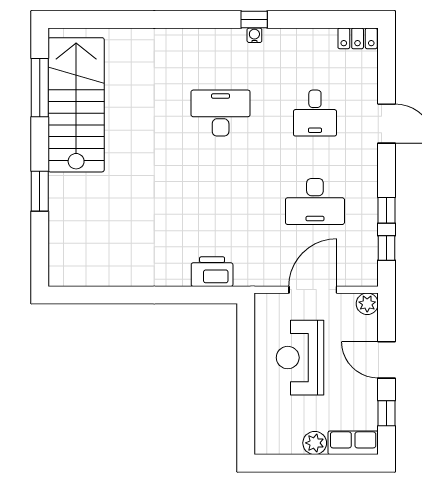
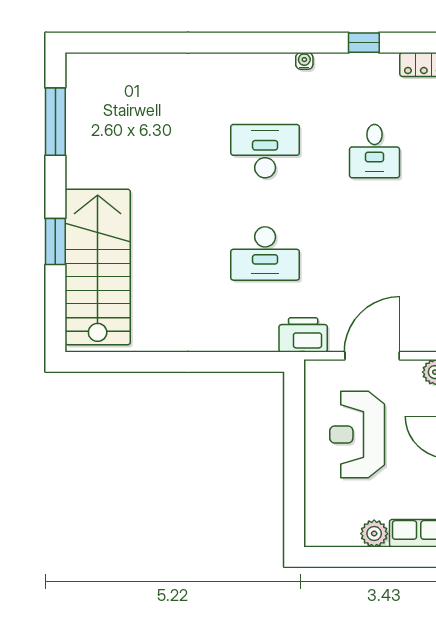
window: (254, 20) -> (364, 43), moved
stairs: (76, 105) -> (98, 267), moved
desk: (315, 201) -> (265, 253), moved
printer: (212, 272) -> (303, 335), moved

